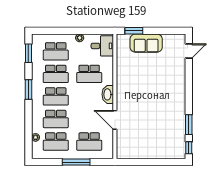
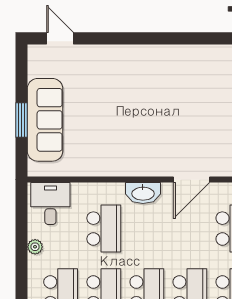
window: (134, 31) -> (21, 120), moved
sofa: (146, 43) -> (45, 120), width x1.36
window: (189, 125) -> (201, 38), removed

